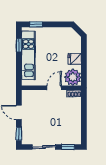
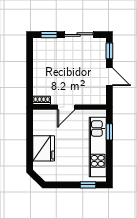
window: (19, 45) -> (109, 132), moved
fridge: (75, 59) -> (44, 148), width x1.88, depth x1.34
plant: (73, 77) -> (43, 120), removed

